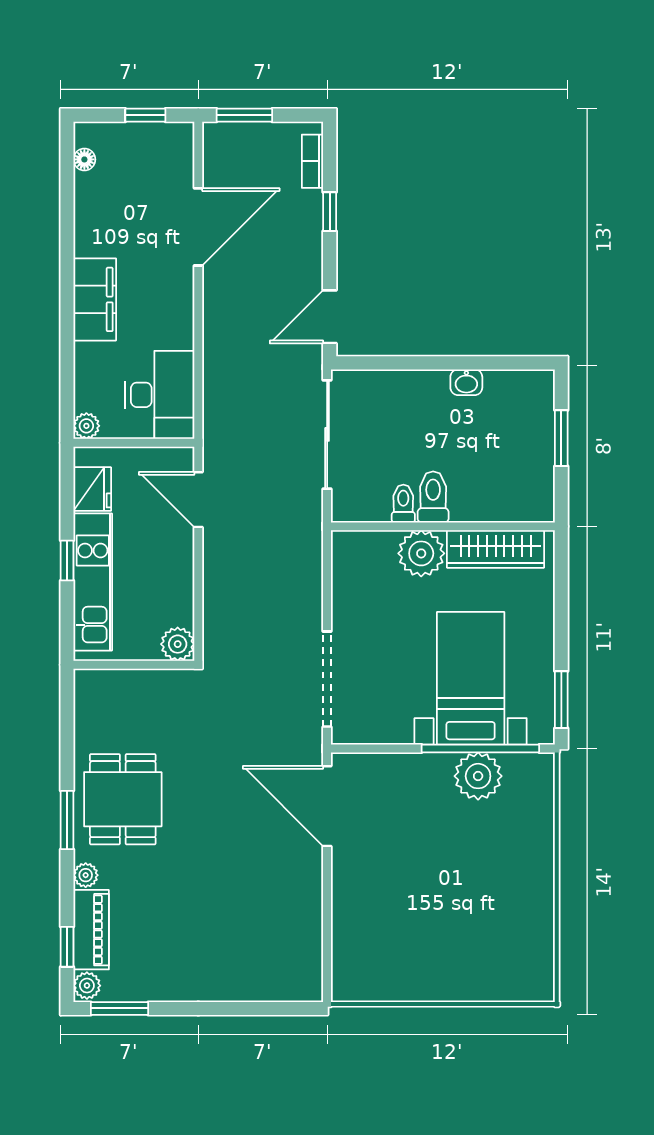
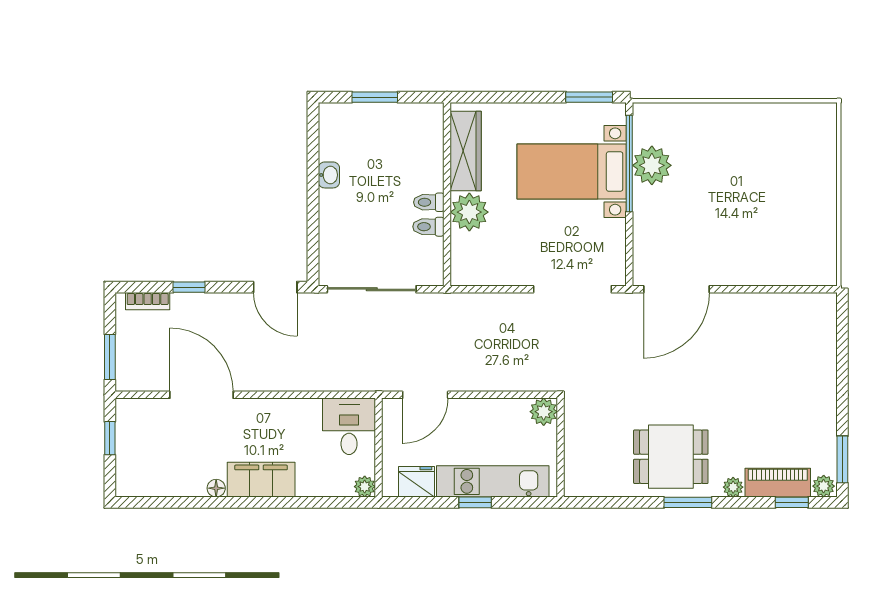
floor lamp: (84, 159) -> (216, 488), moved
desk: (160, 395) -> (349, 426), width x0.73
toilet: (433, 497) -> (429, 202), width x0.73, depth x0.72

